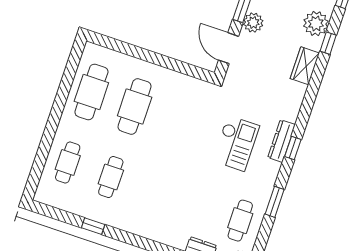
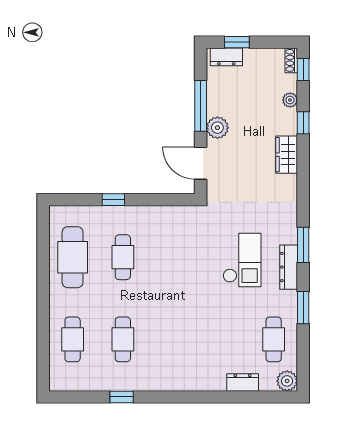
plant: (316, 24) -> (290, 100), width x0.53, depth x0.53
window: (143, 54) -> (113, 200), added
cafe table: (135, 106) -> (123, 257), width x0.73, depth x0.74
dresser: (281, 141) -> (289, 267), moved
window: (293, 148) -> (303, 245), width x1.50

